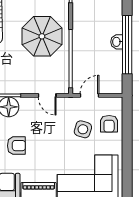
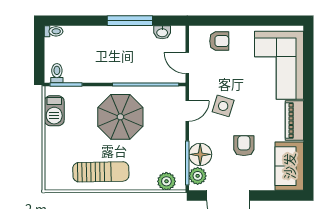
washbasin: (117, 42) -> (162, 32), moved
window: (127, 45) -> (130, 21), width x0.68
side table: (83, 129) -> (223, 106), moved

